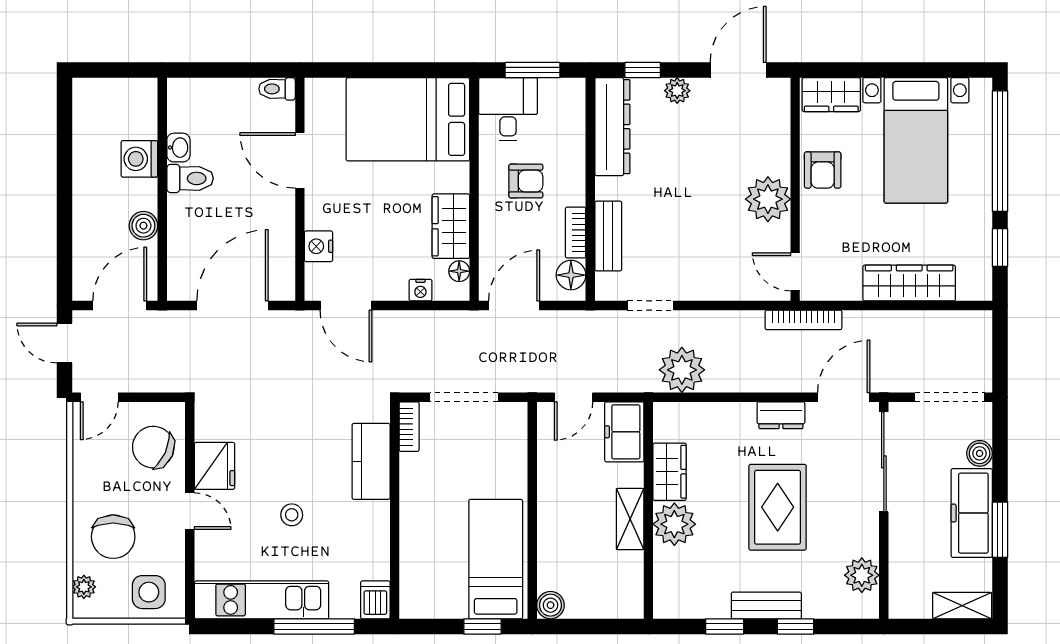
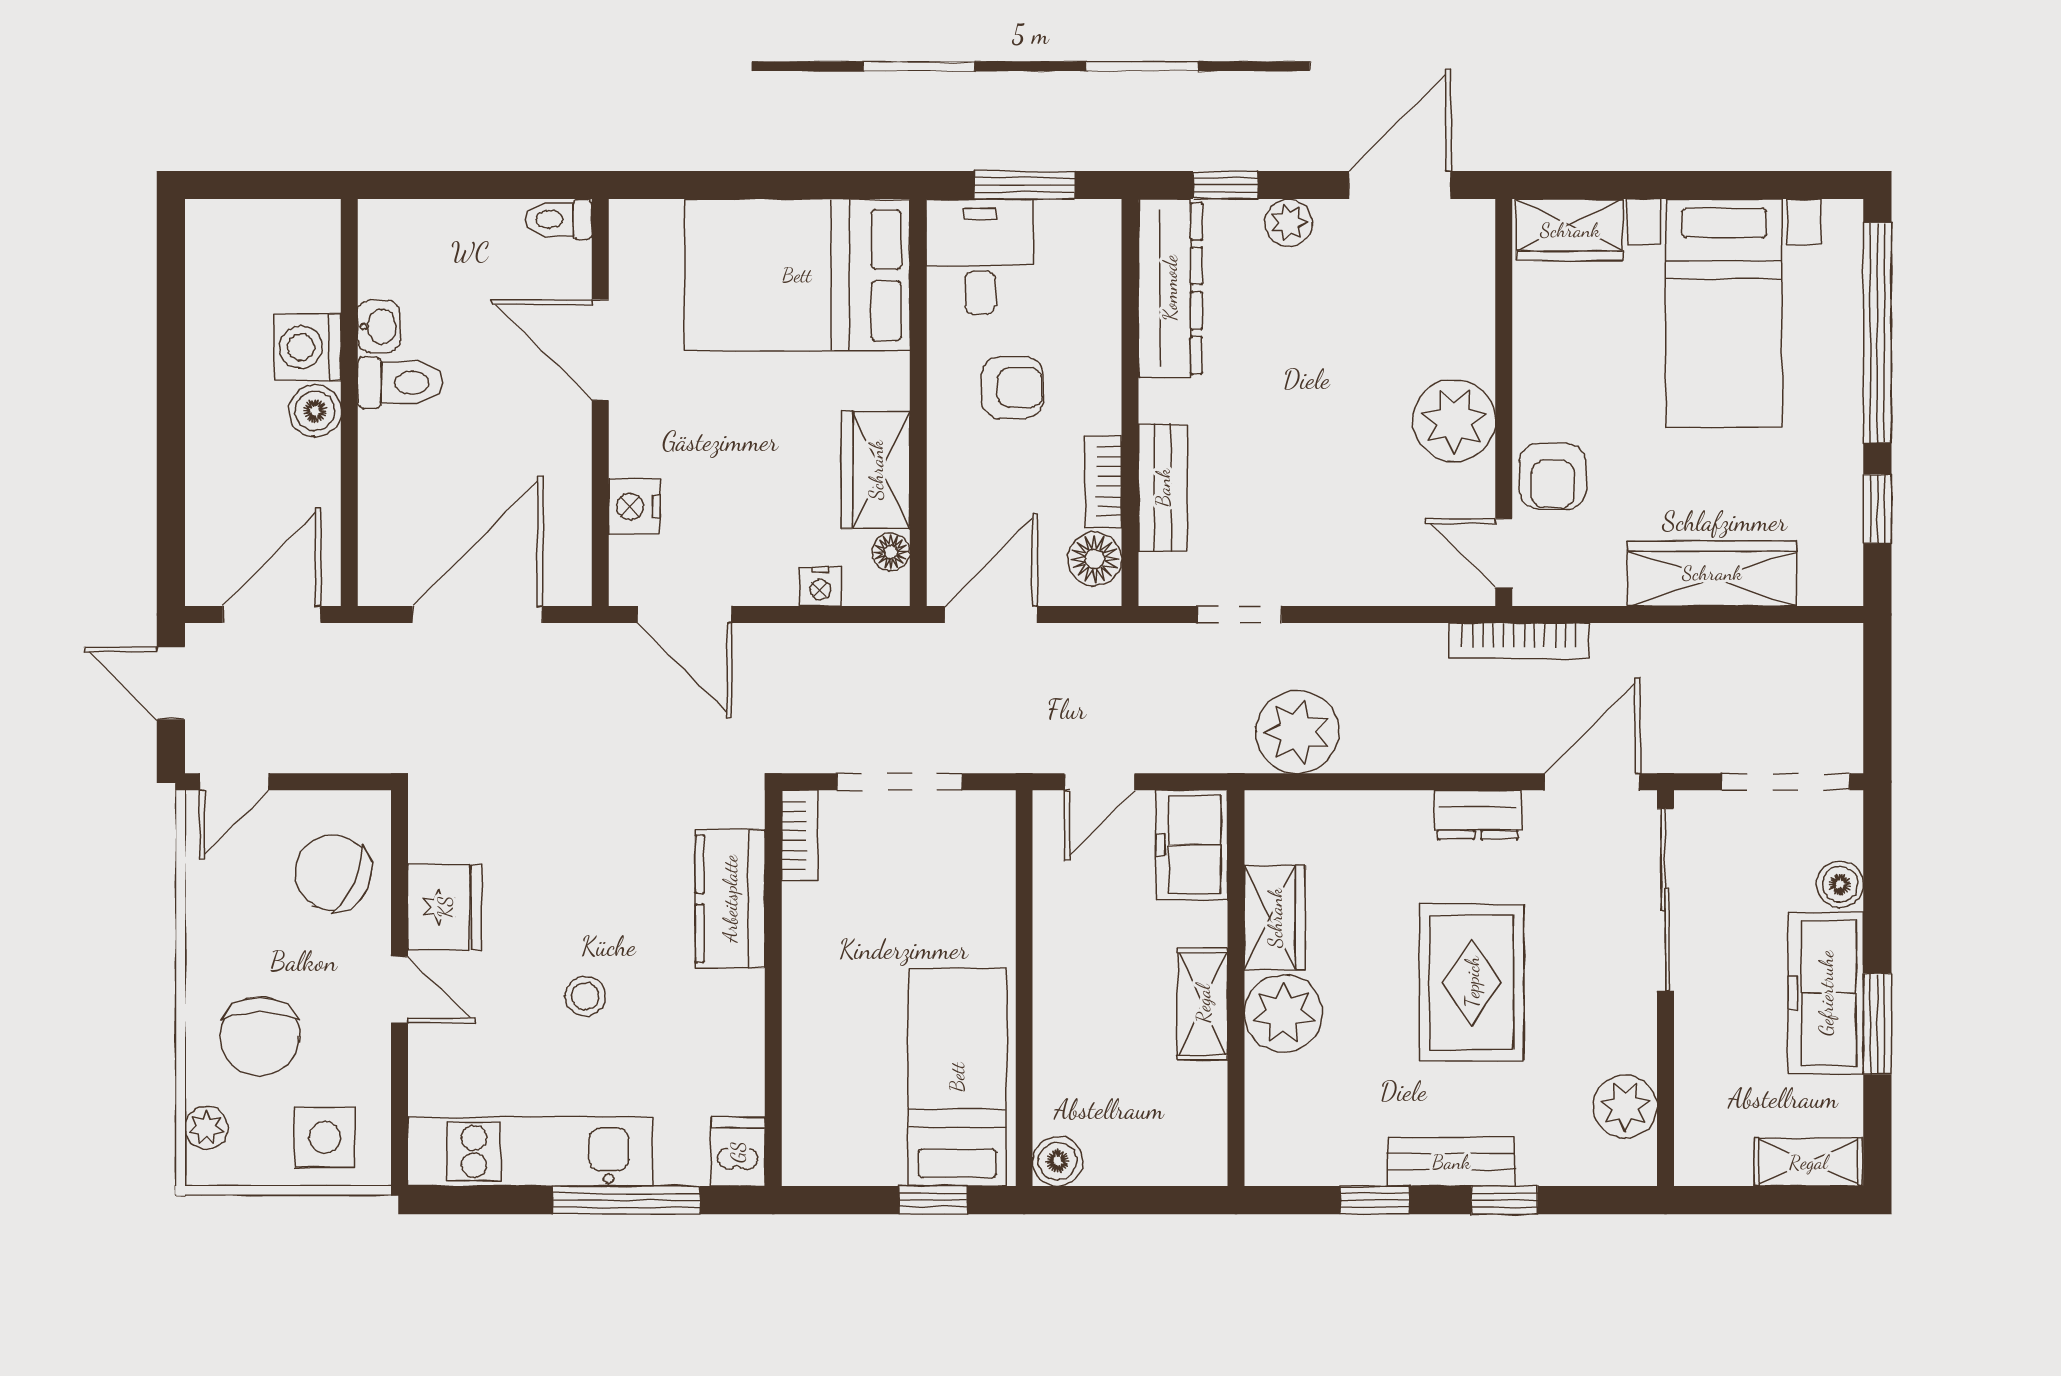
armchair: (823, 170) -> (1553, 476), moved
boiler: (143, 226) -> (315, 411), moved

